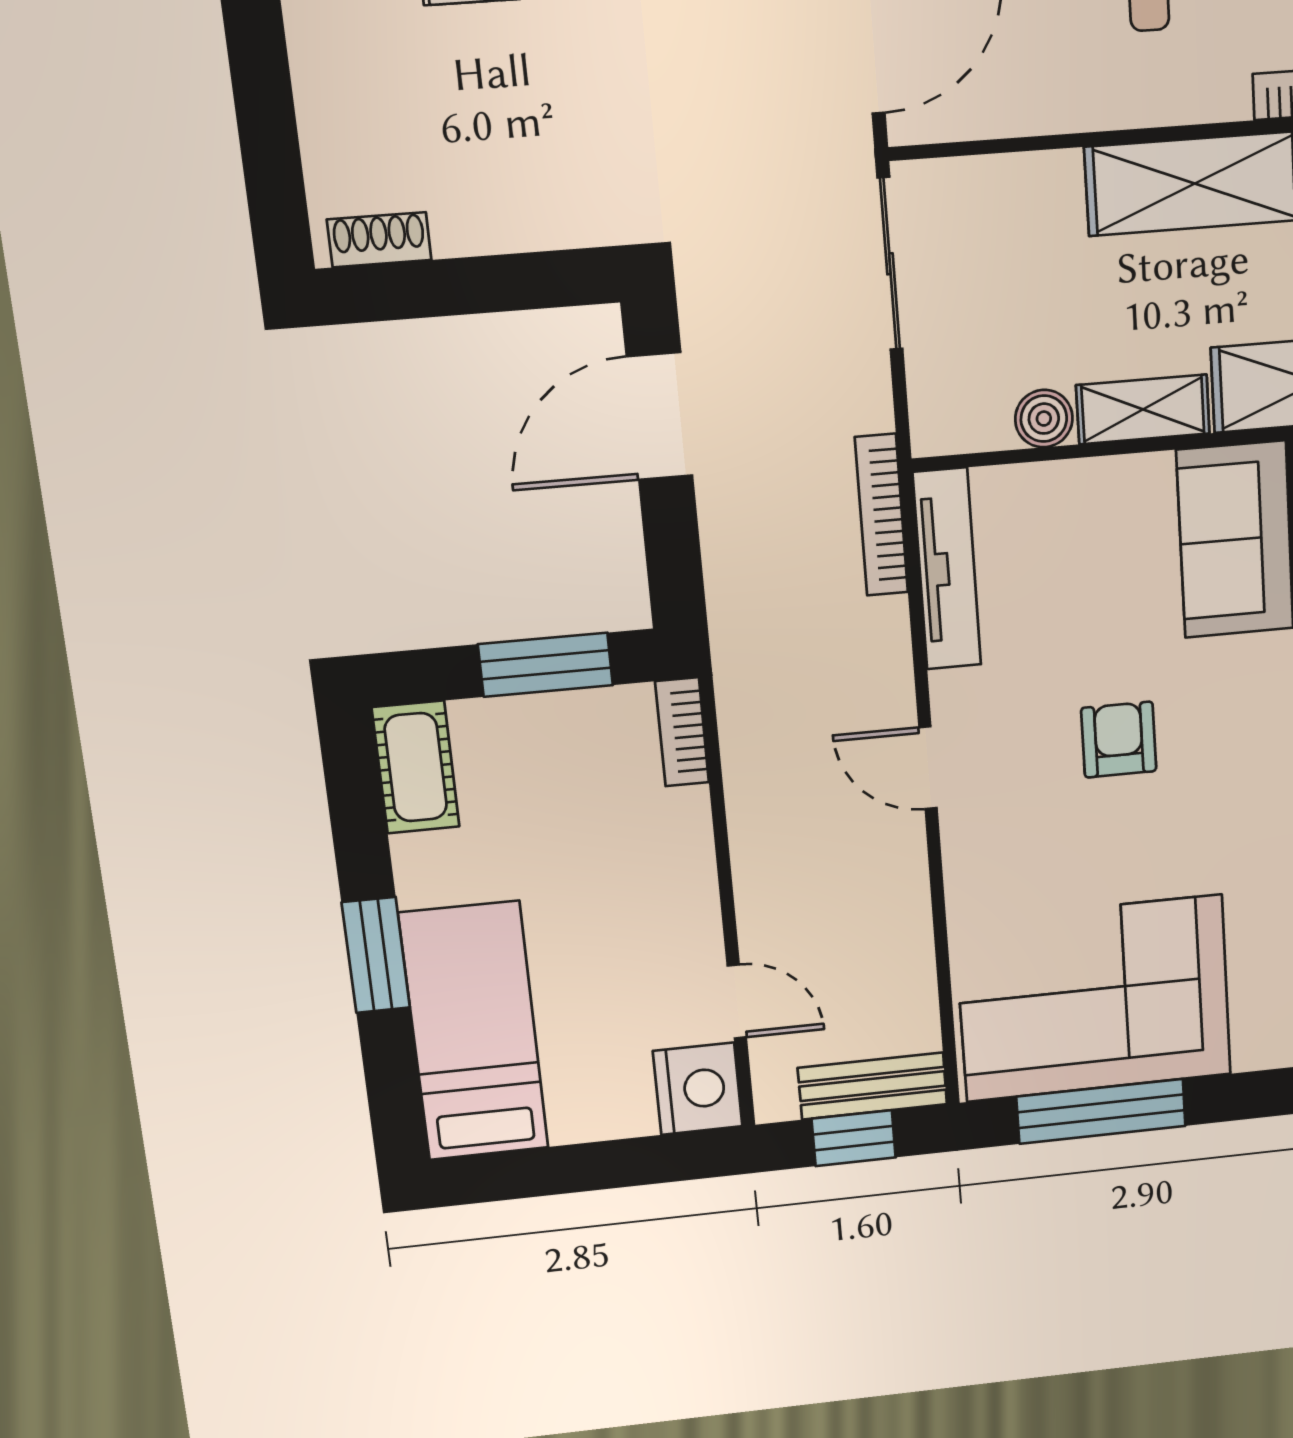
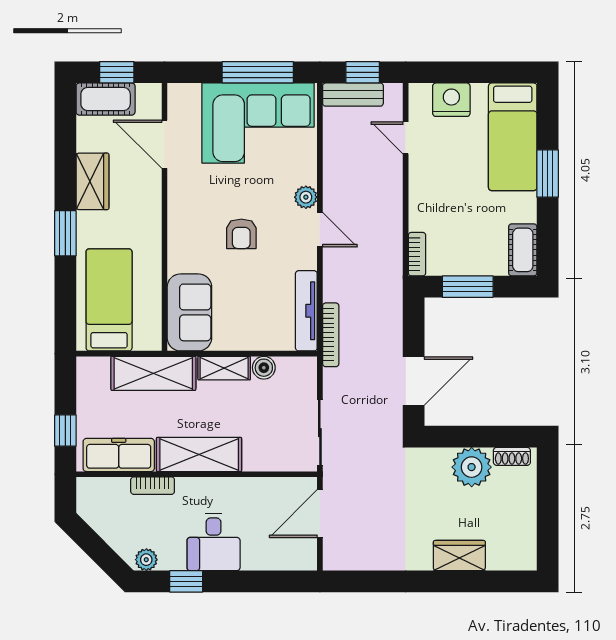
plant: (484, 203) -> (472, 467), added
plant: (968, 841) -> (306, 197), added
nightstand: (698, 1089) -> (451, 100), moved, turned 90

